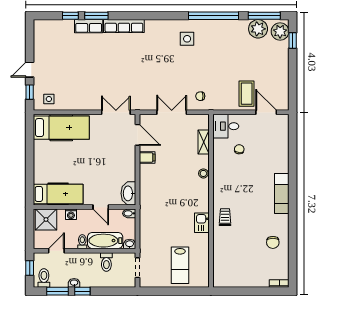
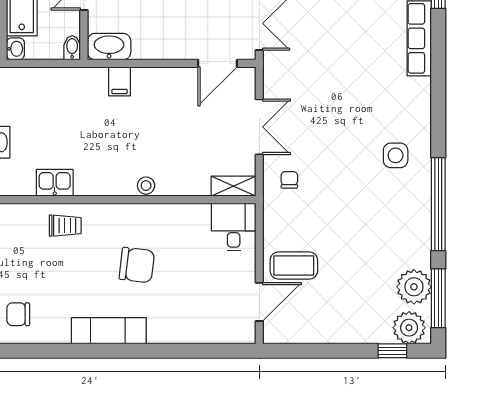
shelving: (204, 142) -> (234, 186), moved
chair: (239, 149) -> (137, 265), moved, width x1.87, depth x1.87
filing cabinet: (147, 157) -> (119, 81), moved

